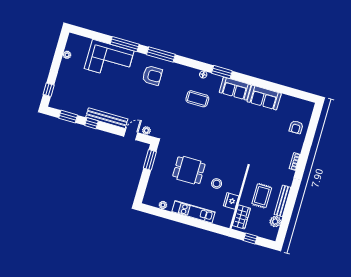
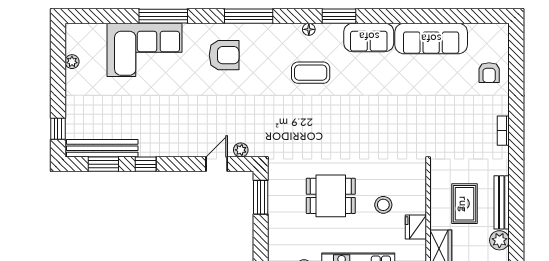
window: (161, 54) -> (249, 16), moved
sofa: (264, 98) -> (431, 39), width x1.36
bench: (107, 118) -> (102, 148), moved

